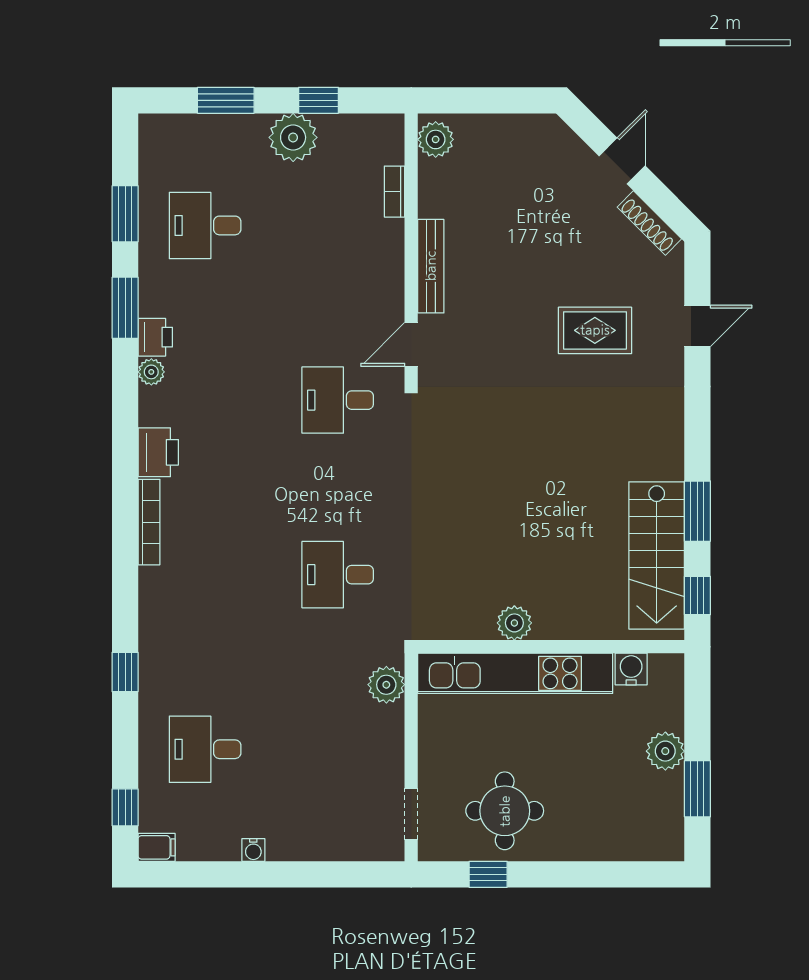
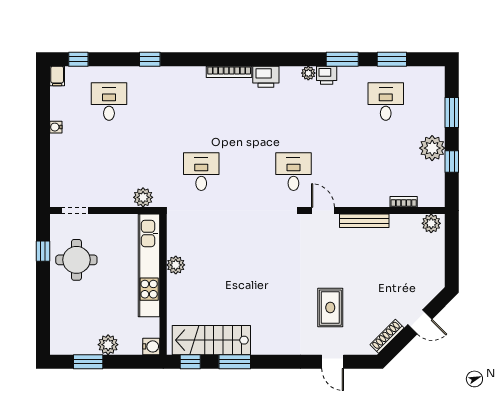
water cooler: (631, 669) -> (151, 346), moved

